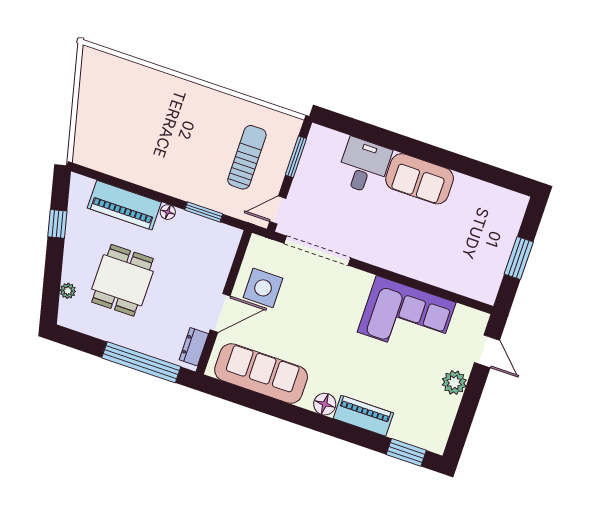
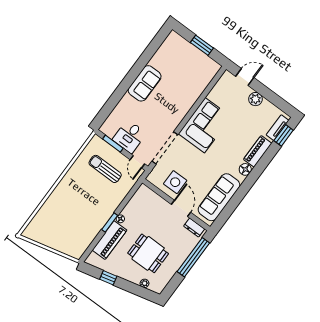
desk: (364, 166) -> (129, 136), moved, turned -90
window: (204, 212) -> (110, 223), moved
corner sofa: (407, 317) -> (205, 125), moved
tv unit: (416, 437) -> (278, 128), added

